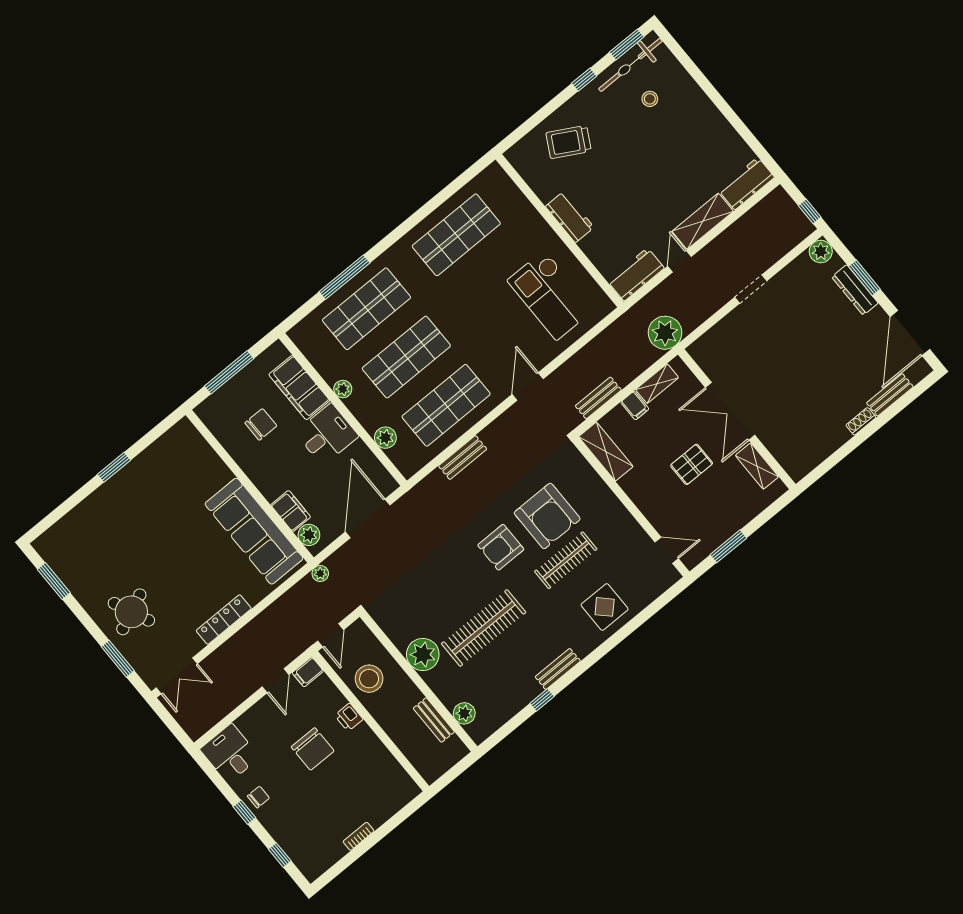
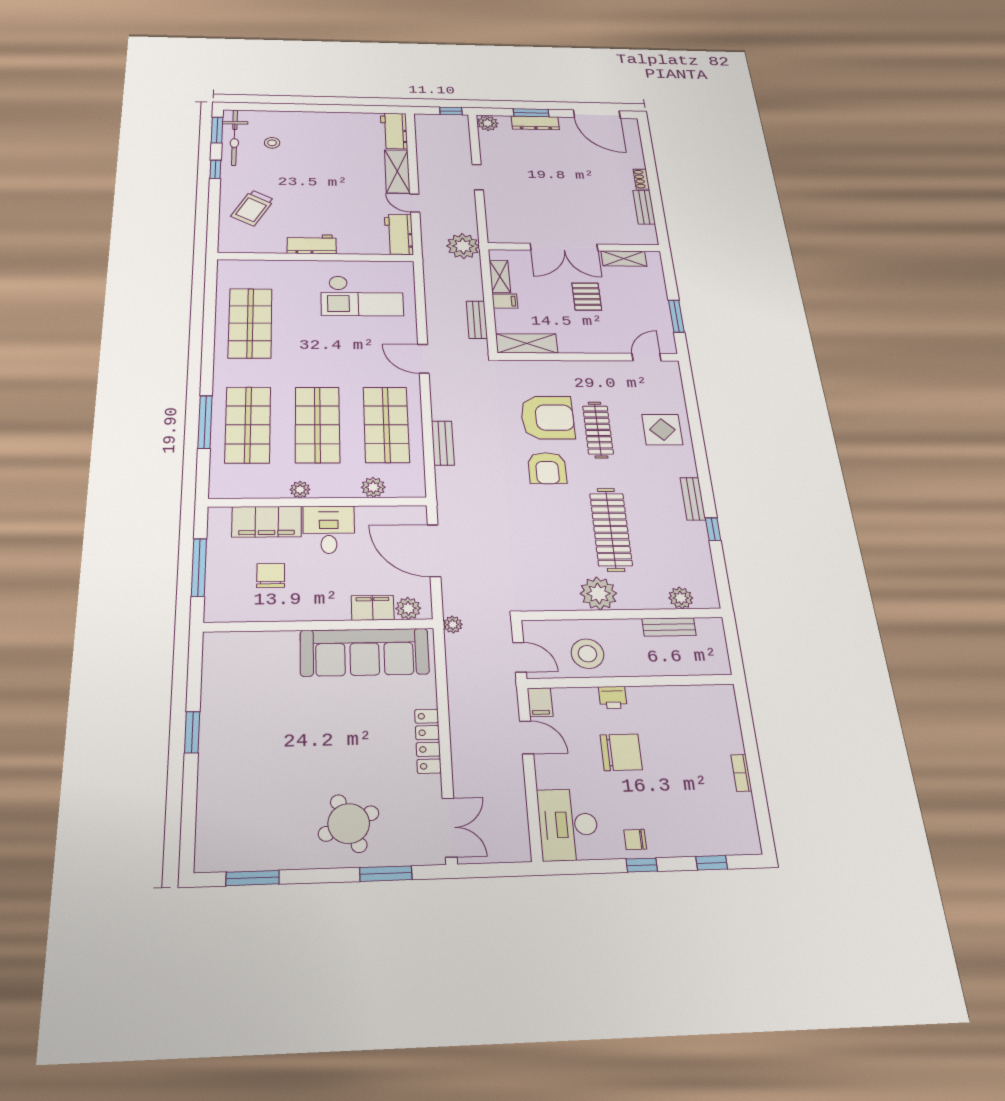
bench: (890, 395) -> (644, 207), moved
desk: (230, 753) -> (568, 825), width x1.37
chair: (258, 797) -> (635, 839), turned -90

